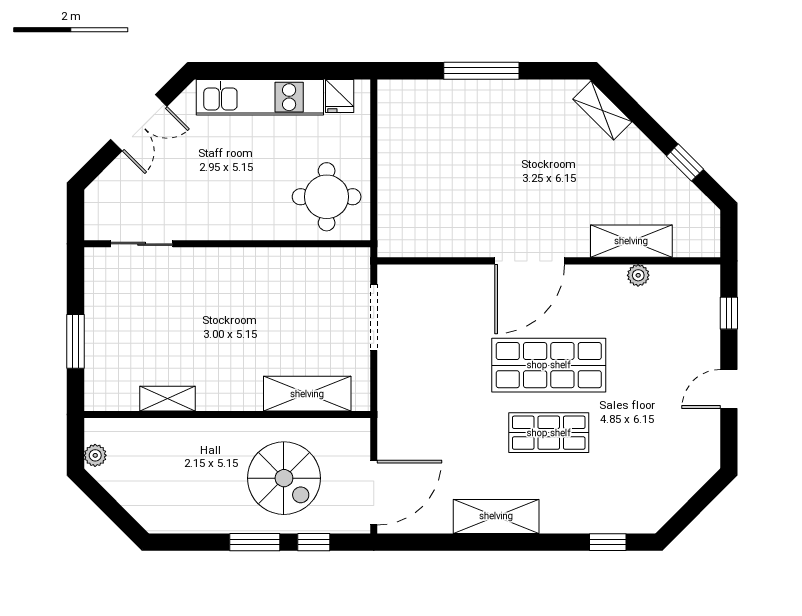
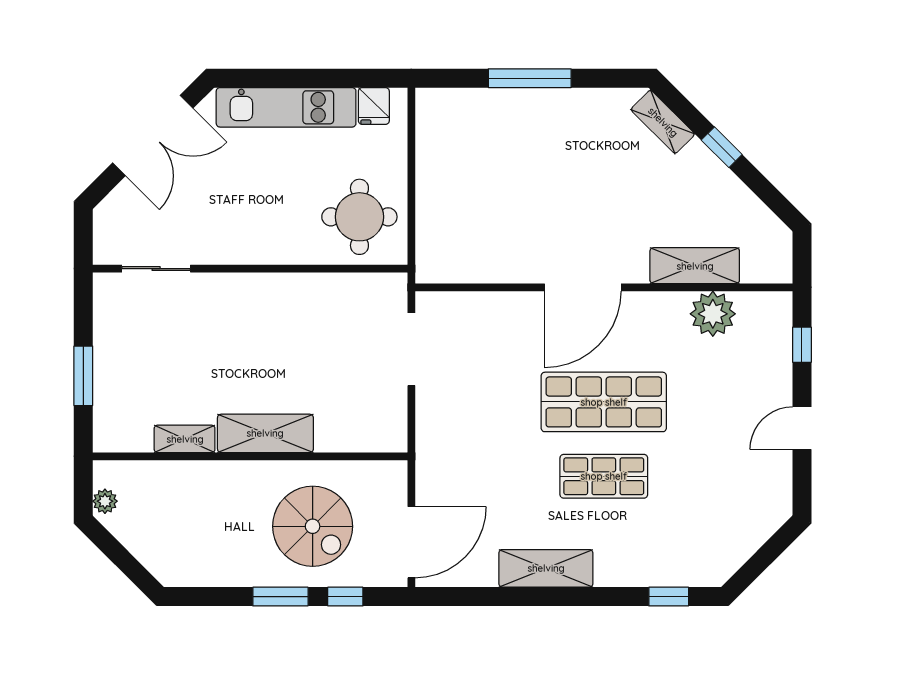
double door: (139, 123) -> (153, 136), width x1.37
window: (685, 163) -> (722, 147), moved
plant: (638, 275) -> (713, 314), width x1.88, depth x1.88
shelving: (307, 394) -> (265, 433), moved

